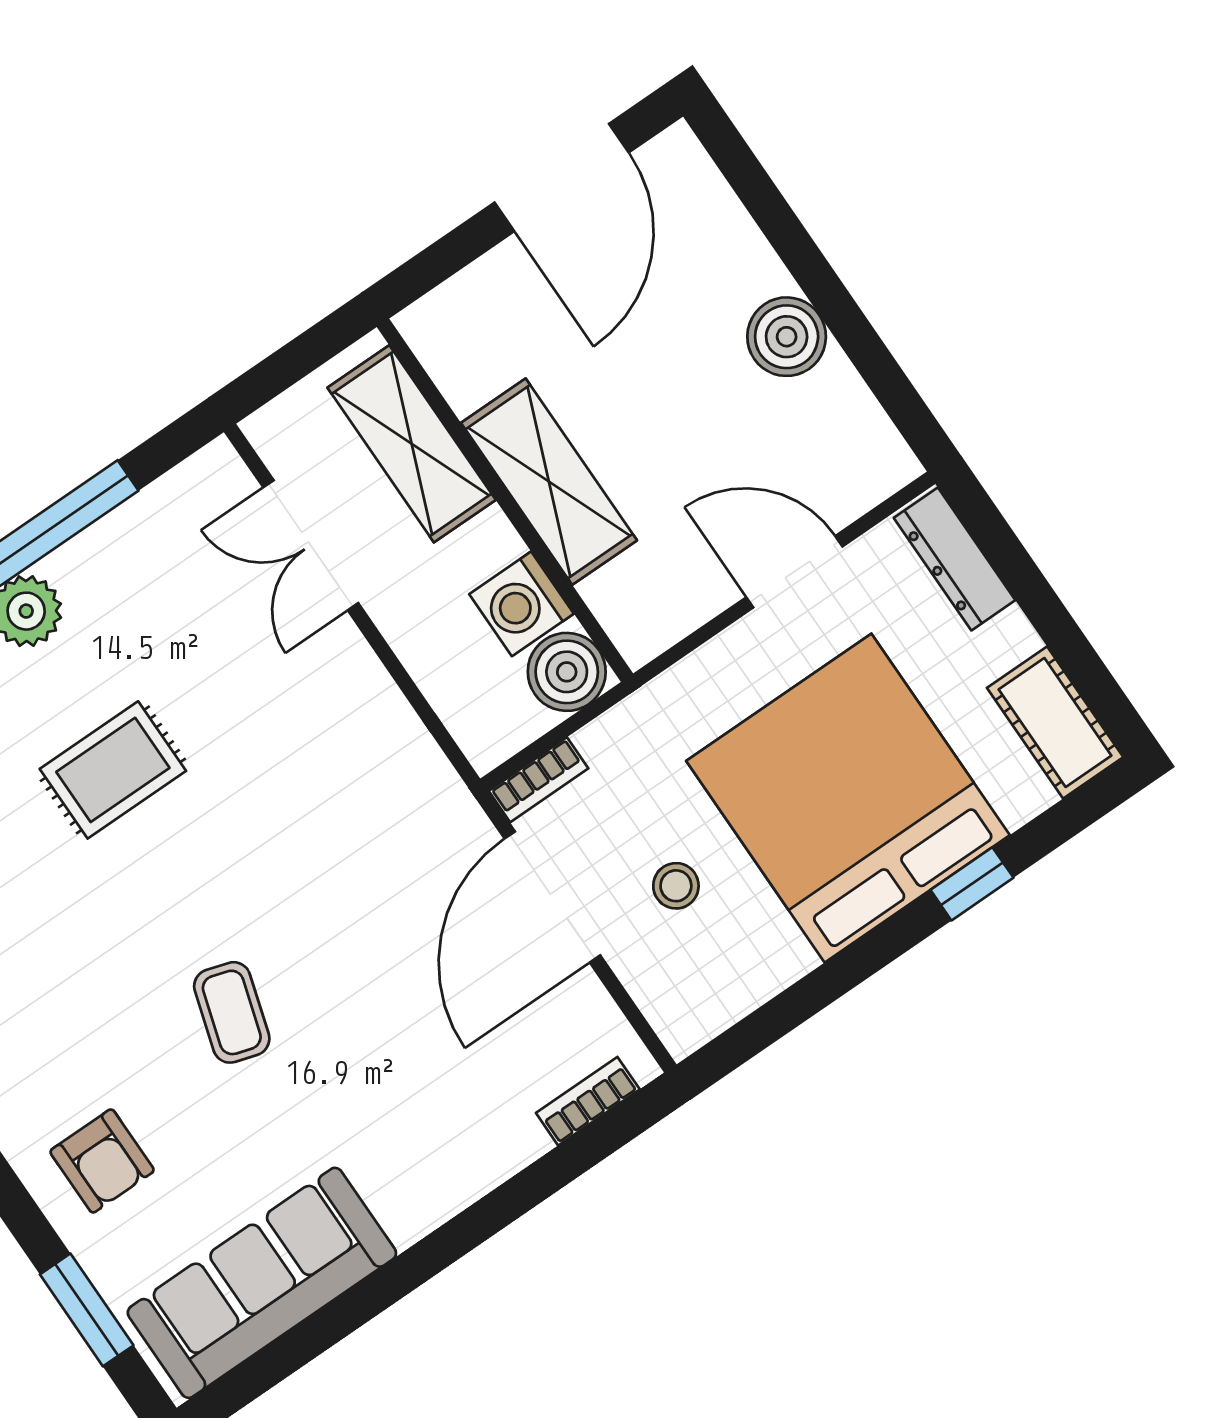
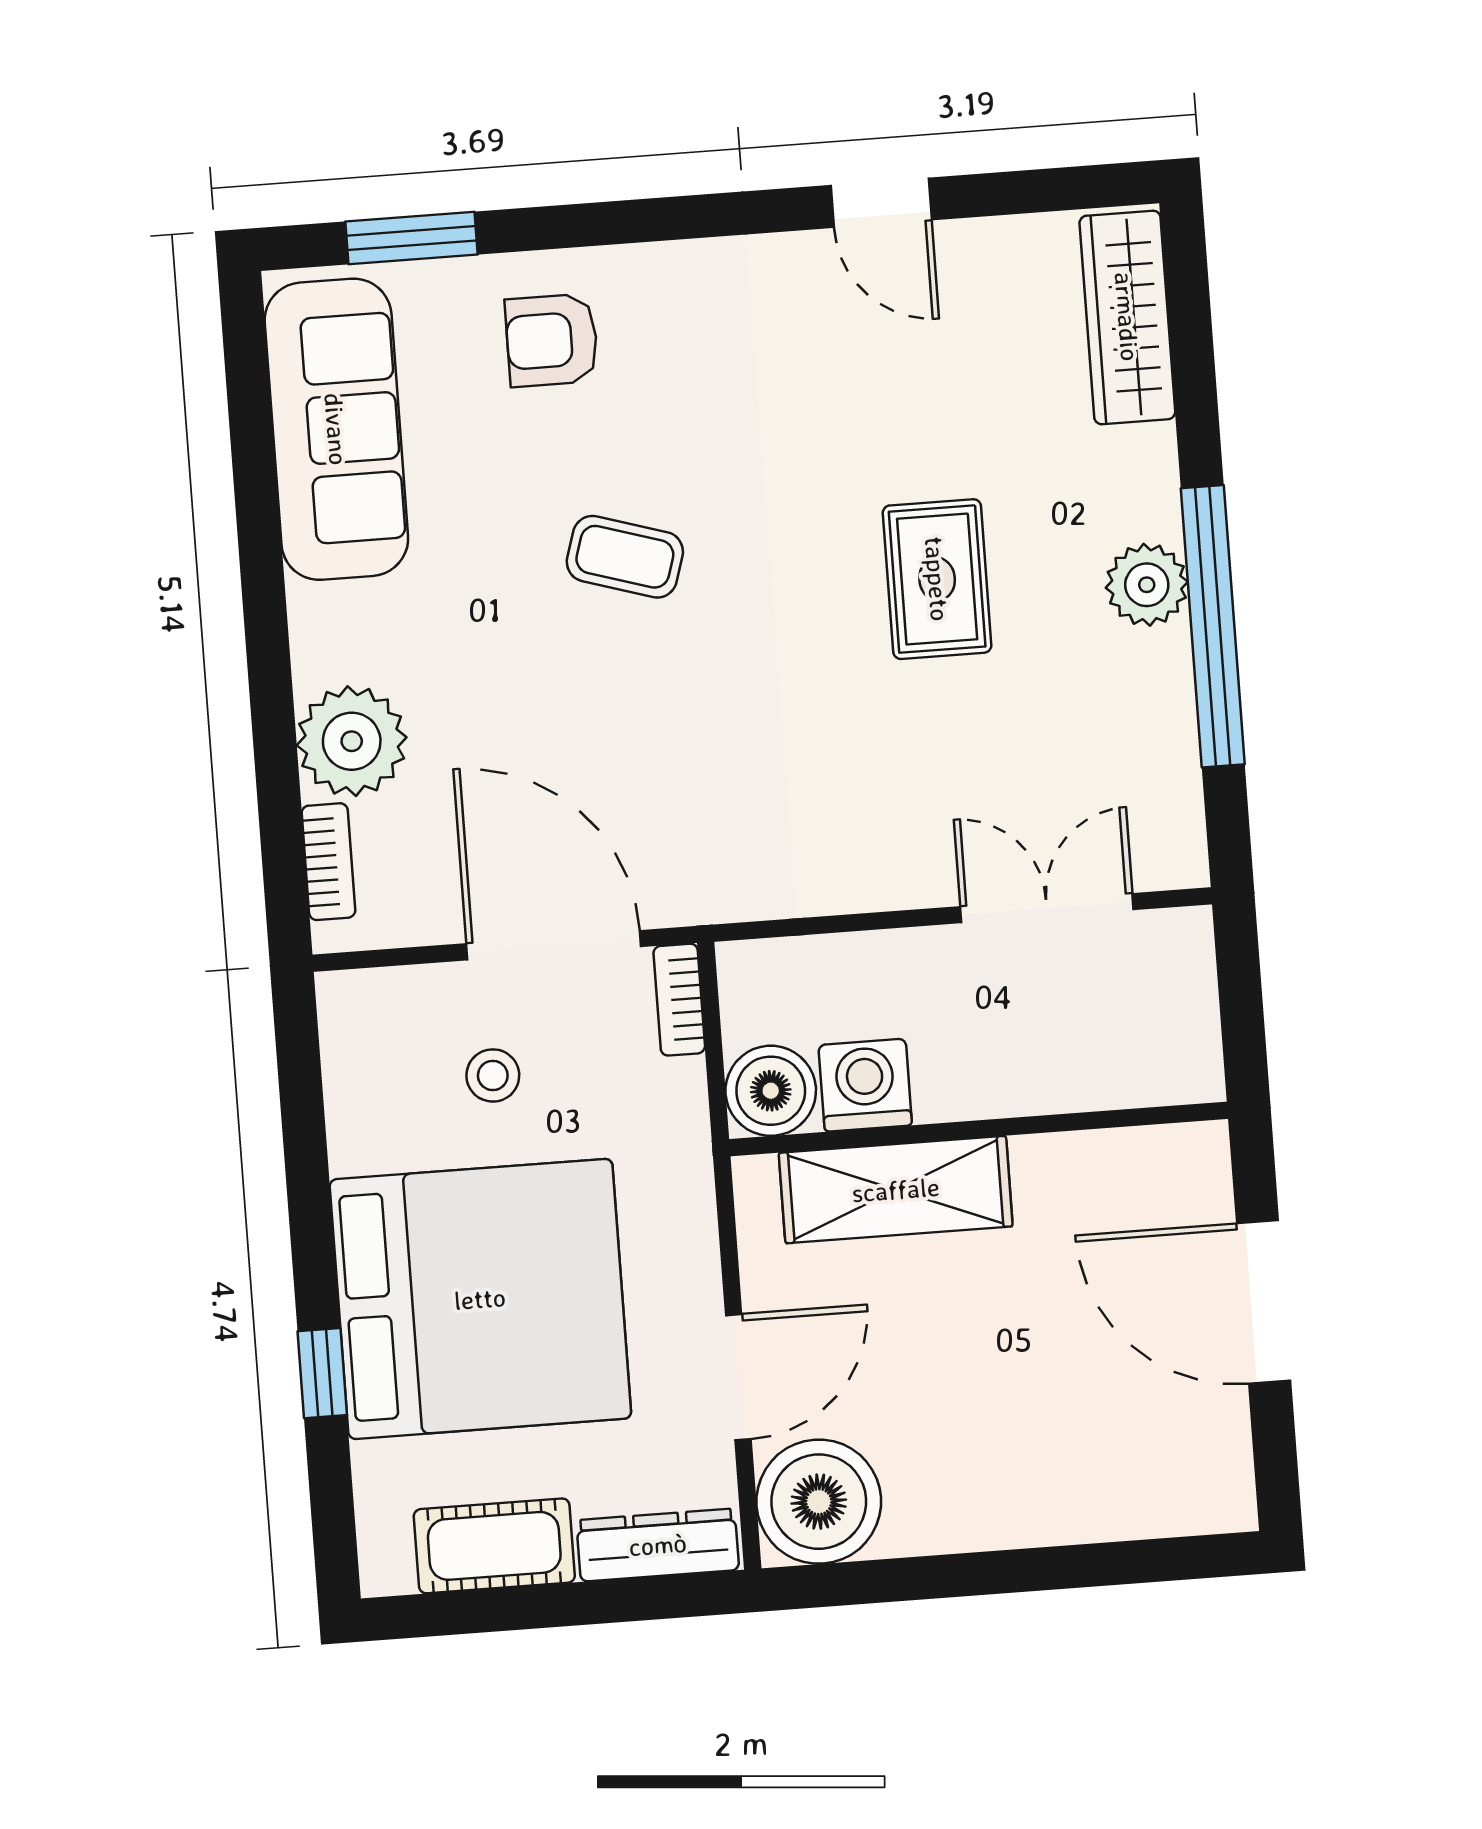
door: (562, 177) -> (1264, 1302), moved
boiler: (787, 337) -> (819, 1502), moved, width x1.37, depth x1.37
shelving: (412, 444) -> (1090, 1068), removed
shelving: (549, 482) -> (896, 1190), moved
cot: (1055, 723) -> (494, 1546), moved
plant: (488, 1136) -> (352, 741), added

